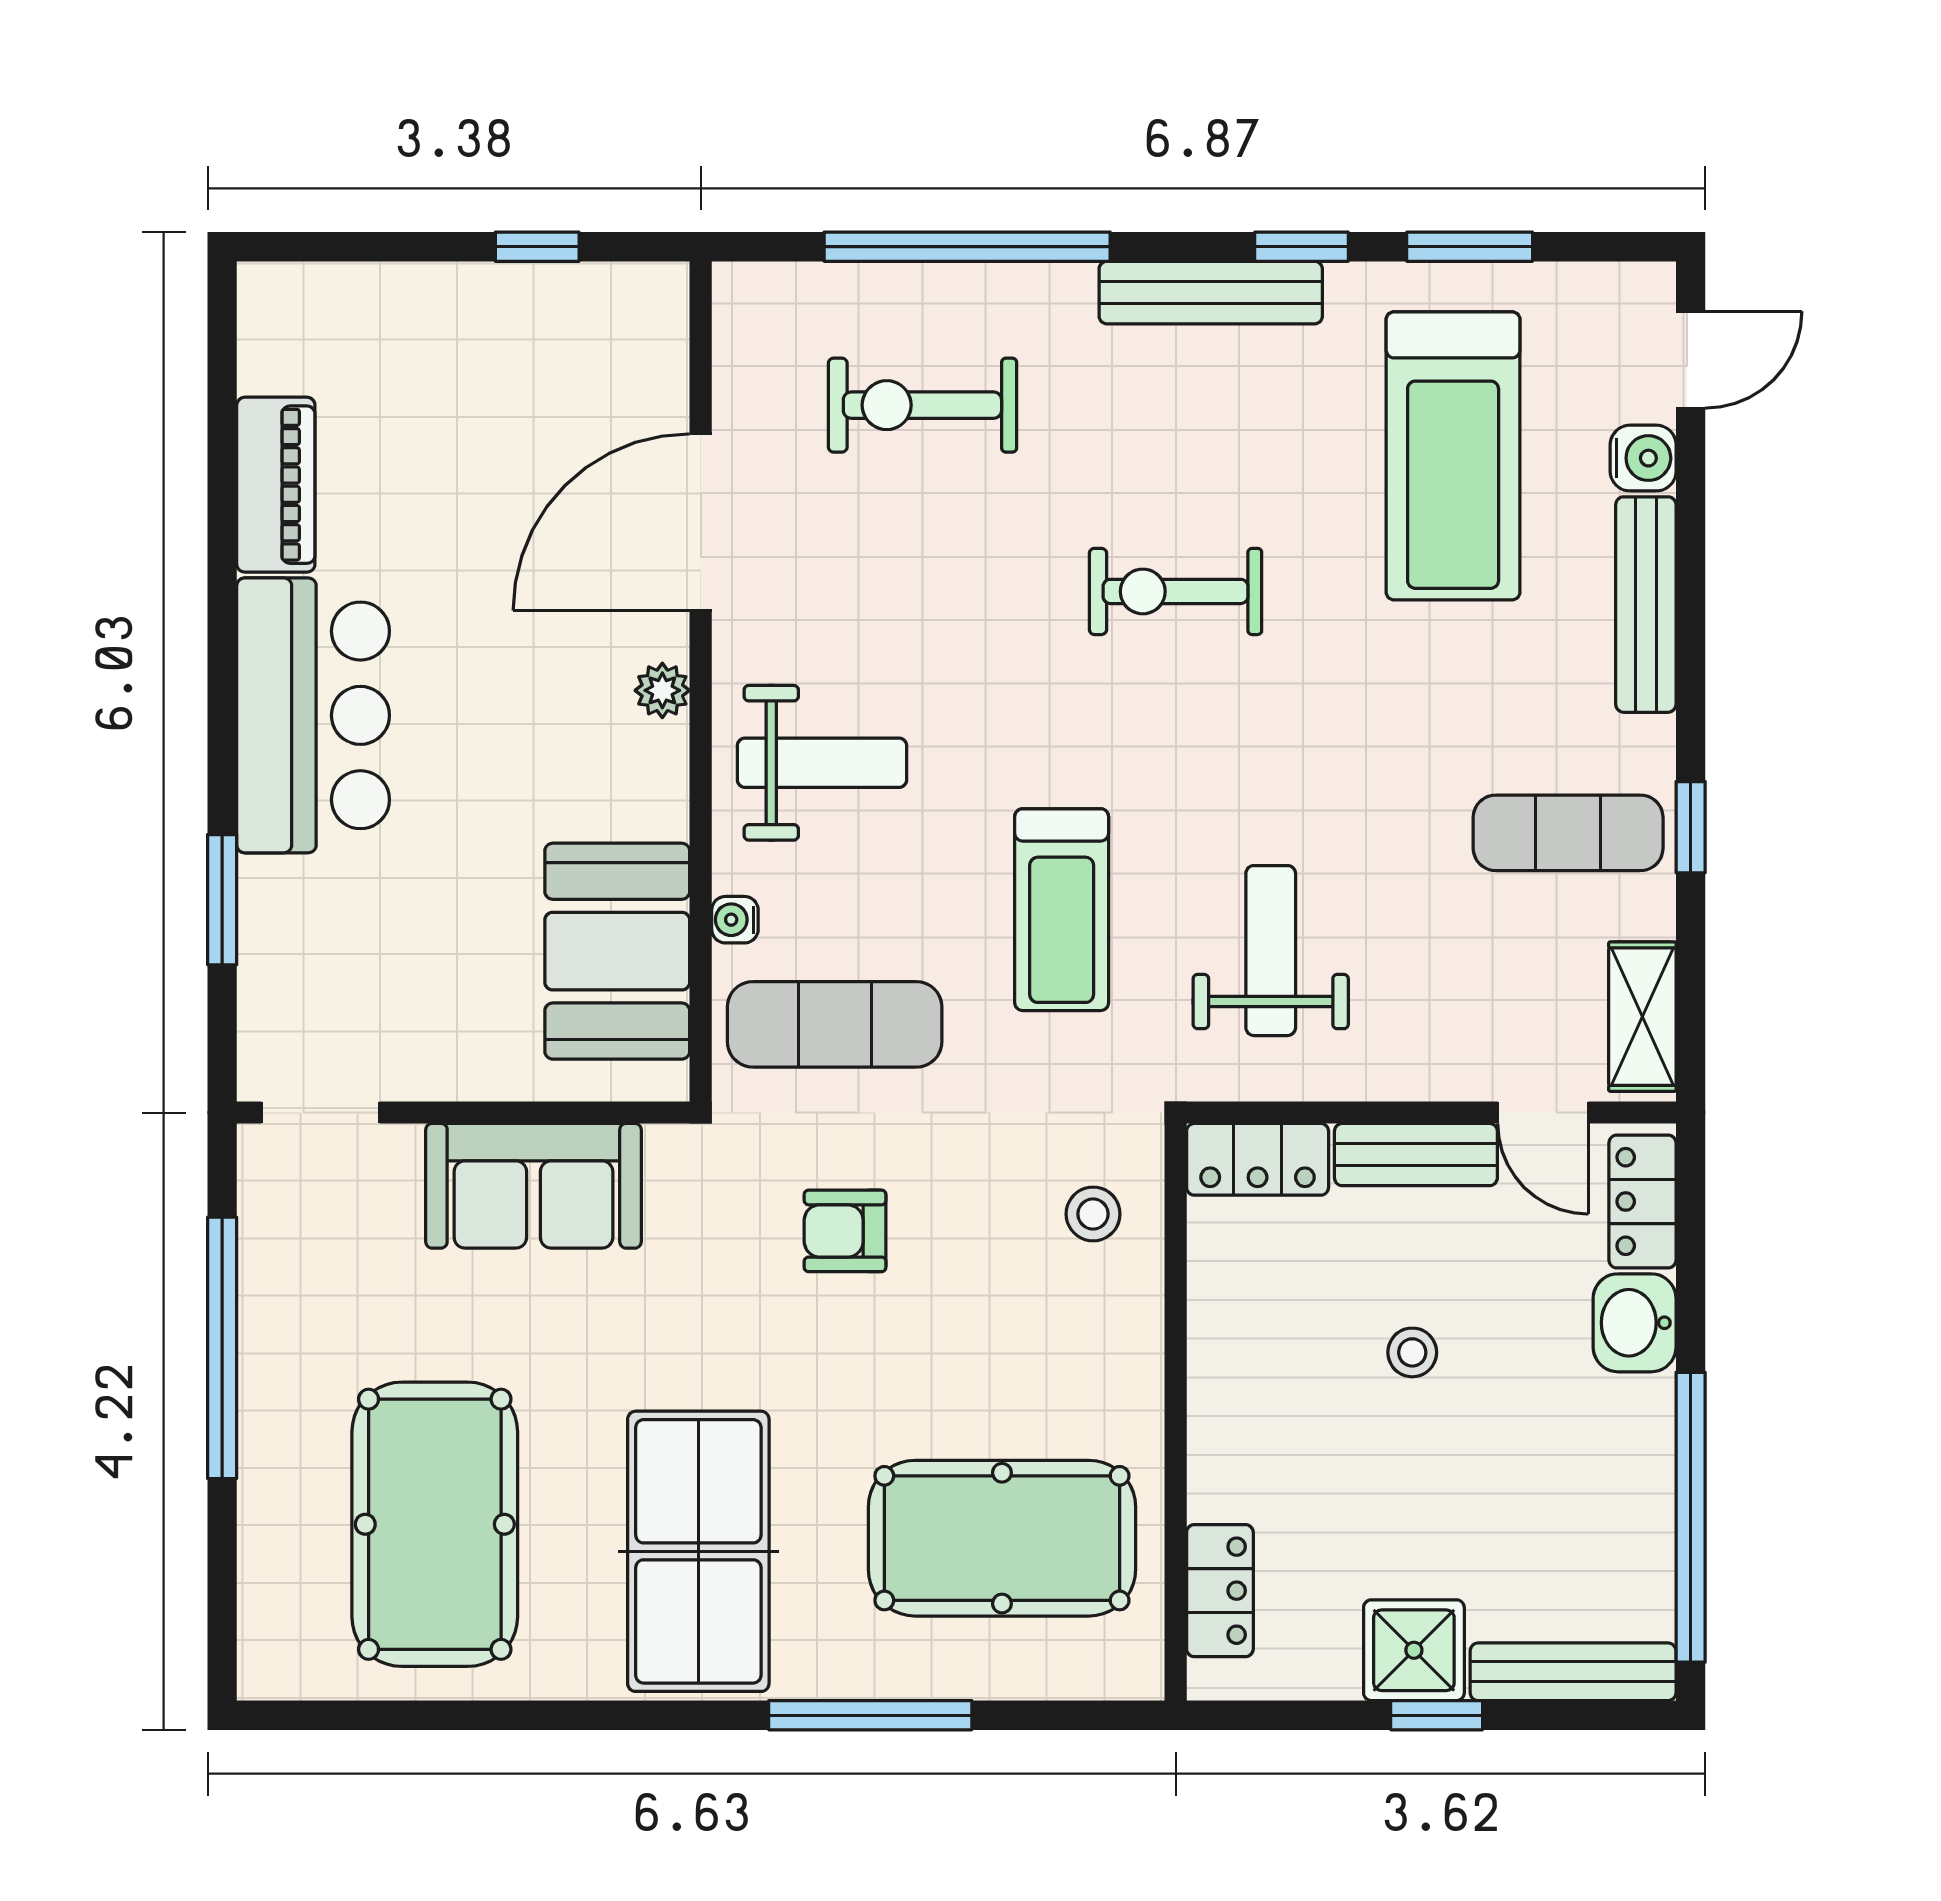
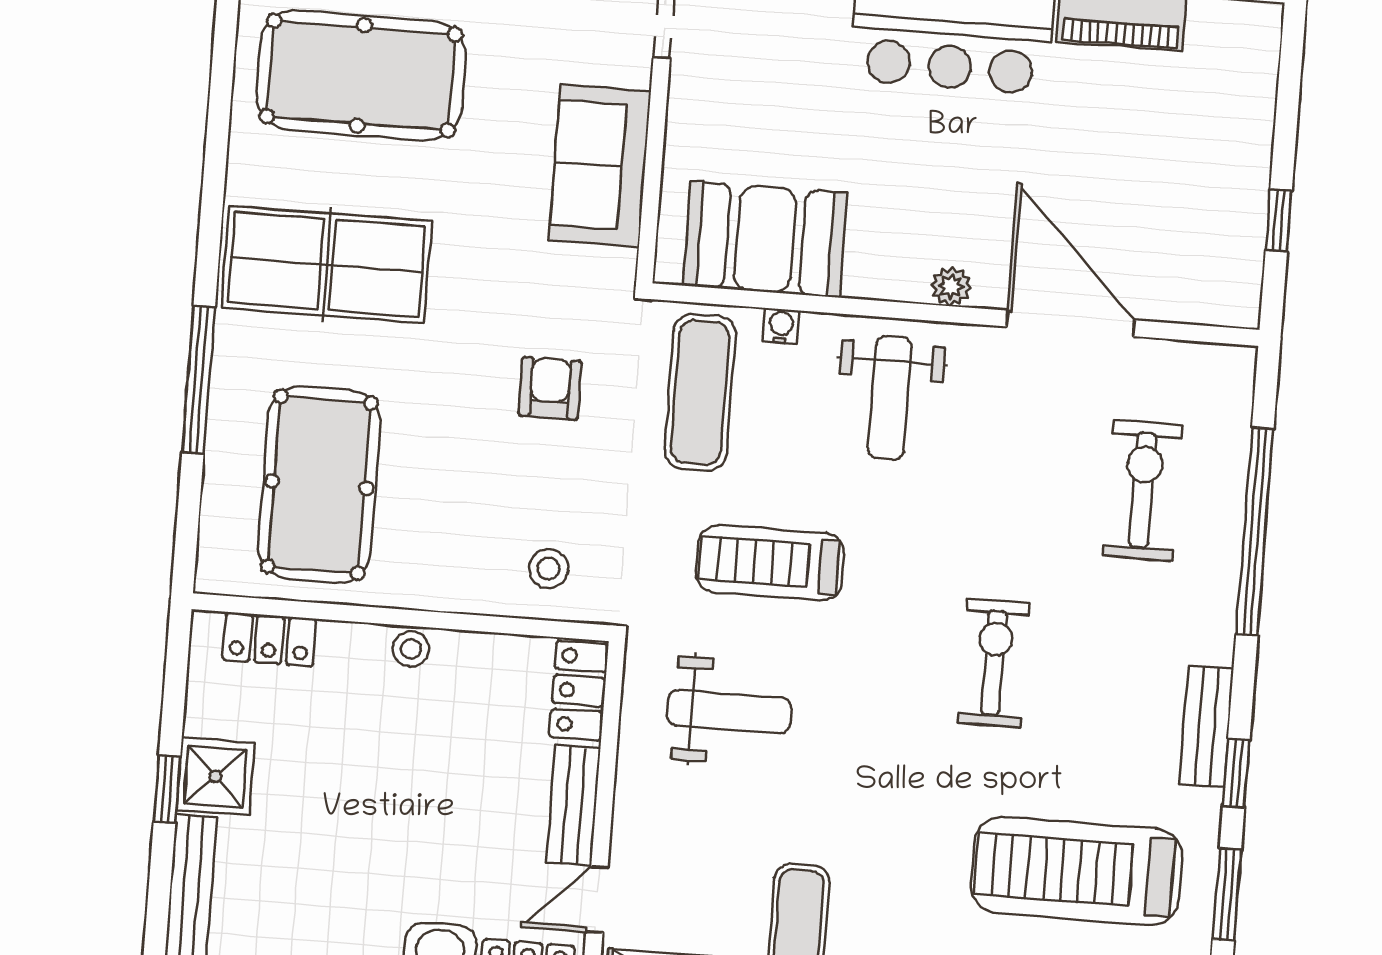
bench: (1211, 293) -> (1206, 726), width x0.73
stool: (1412, 1352) -> (411, 649), moved

